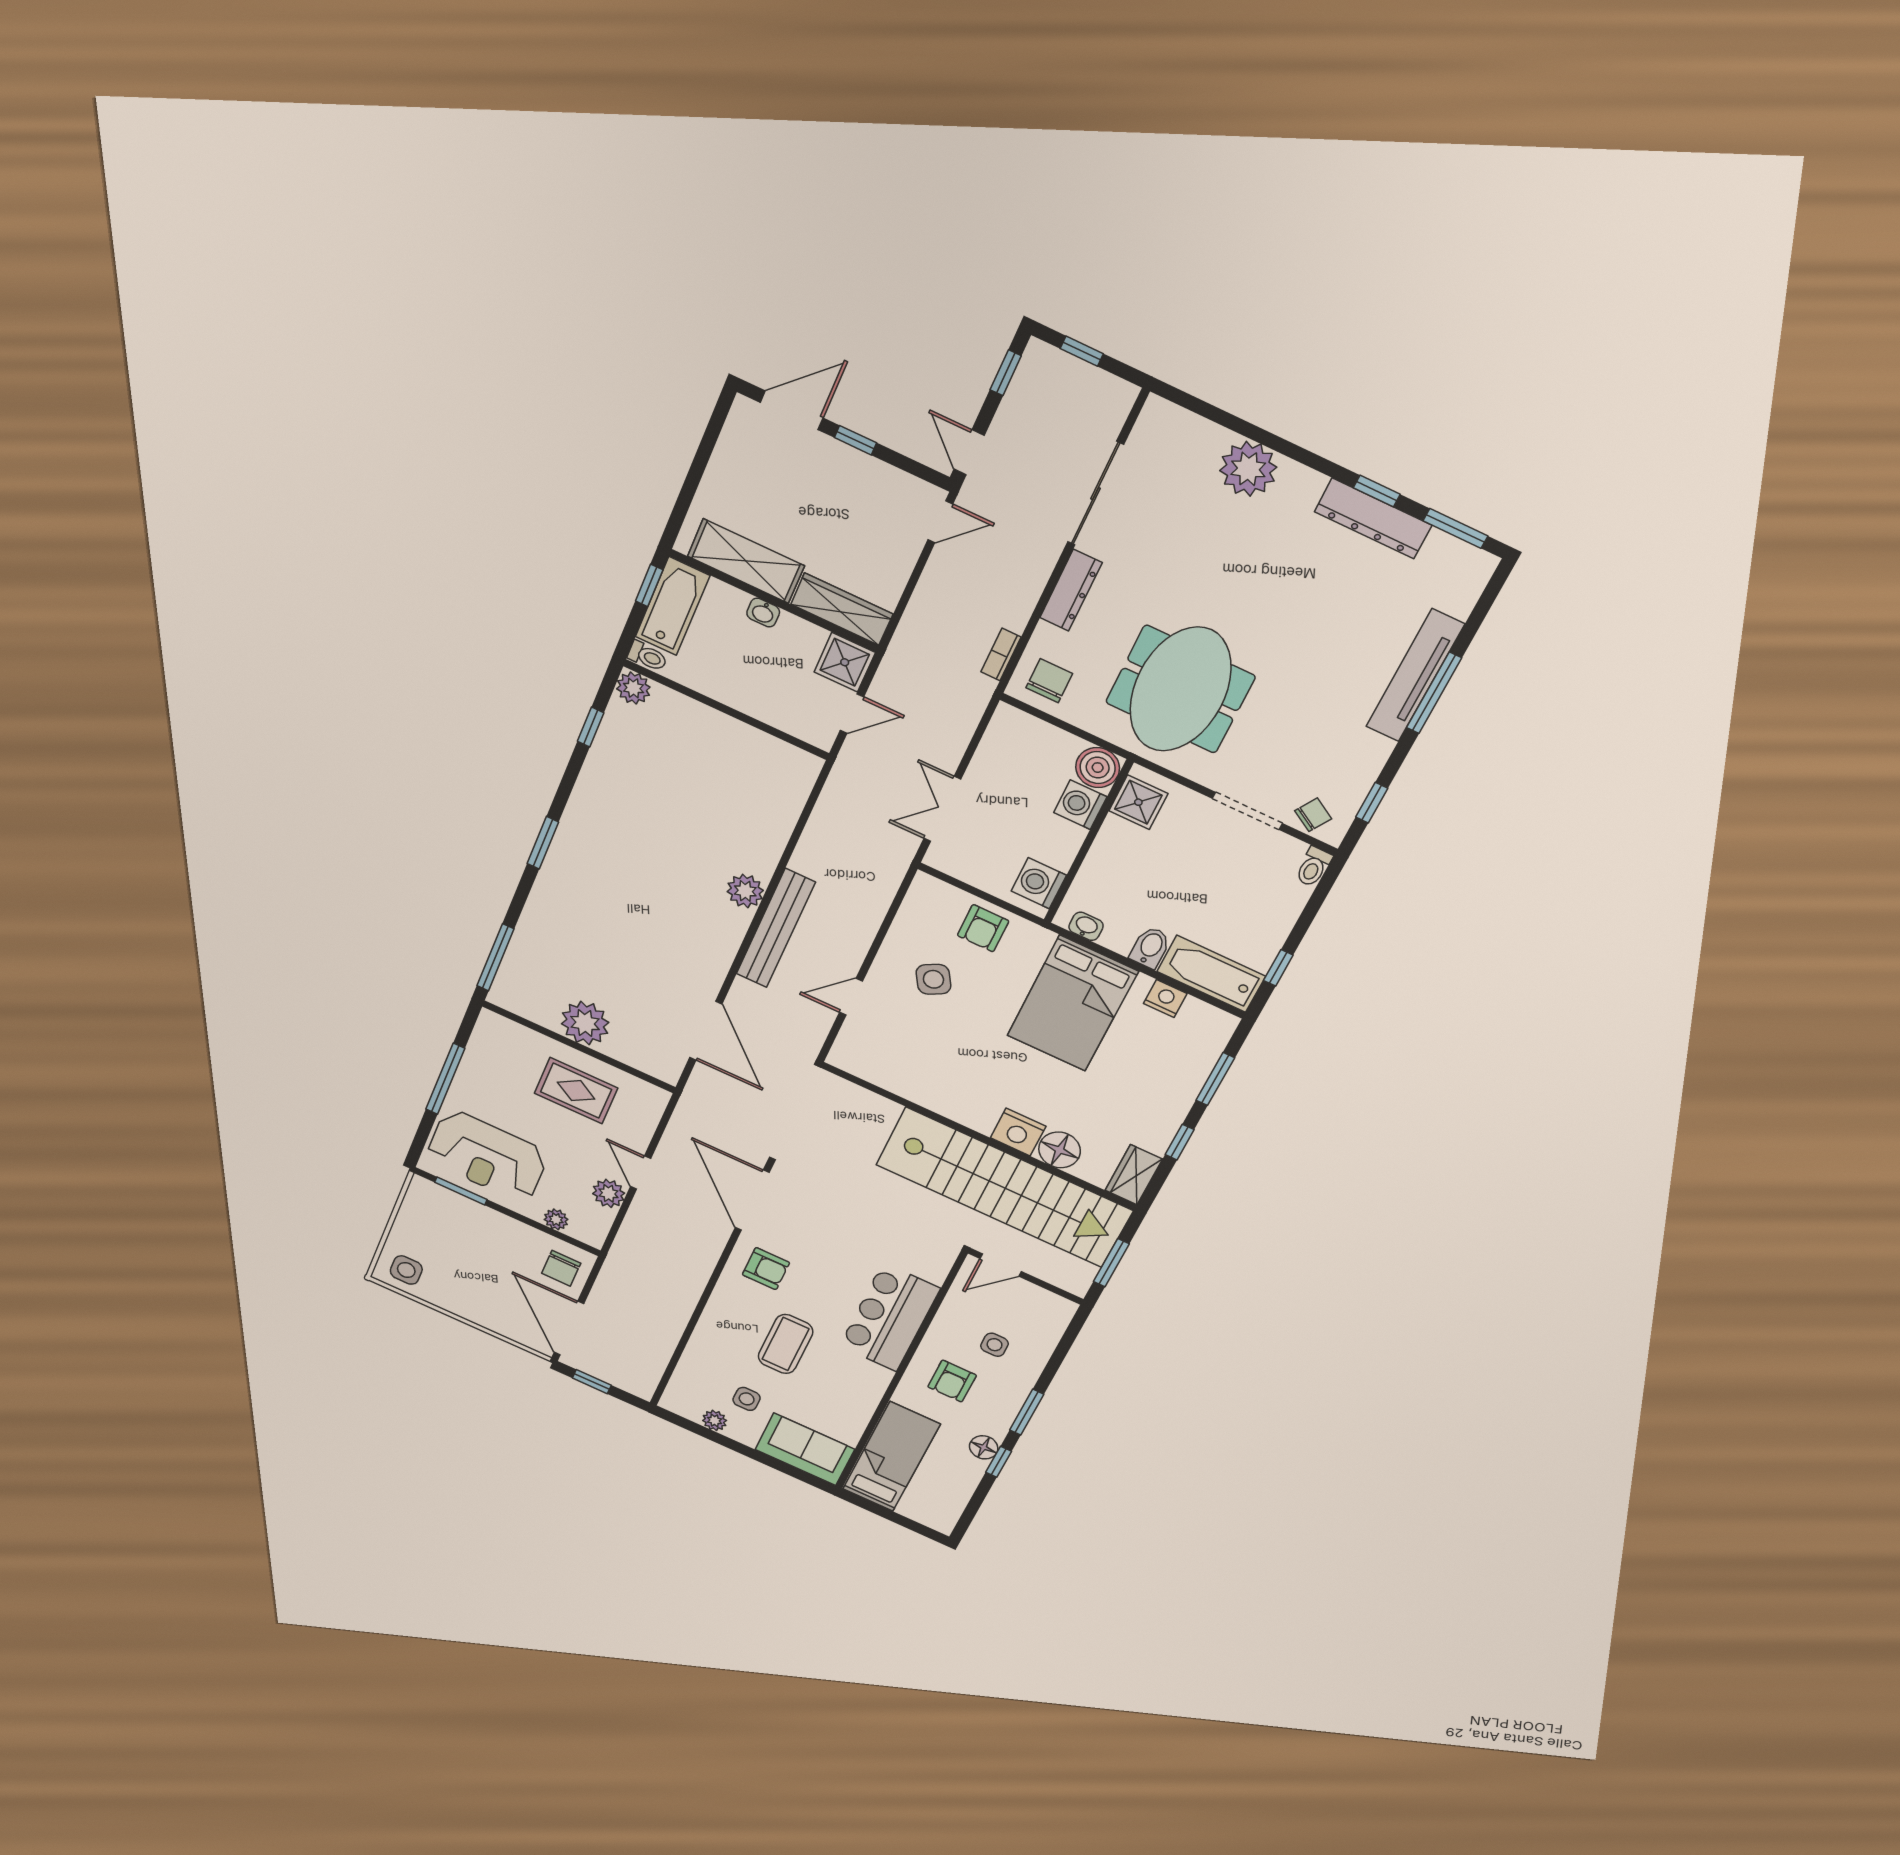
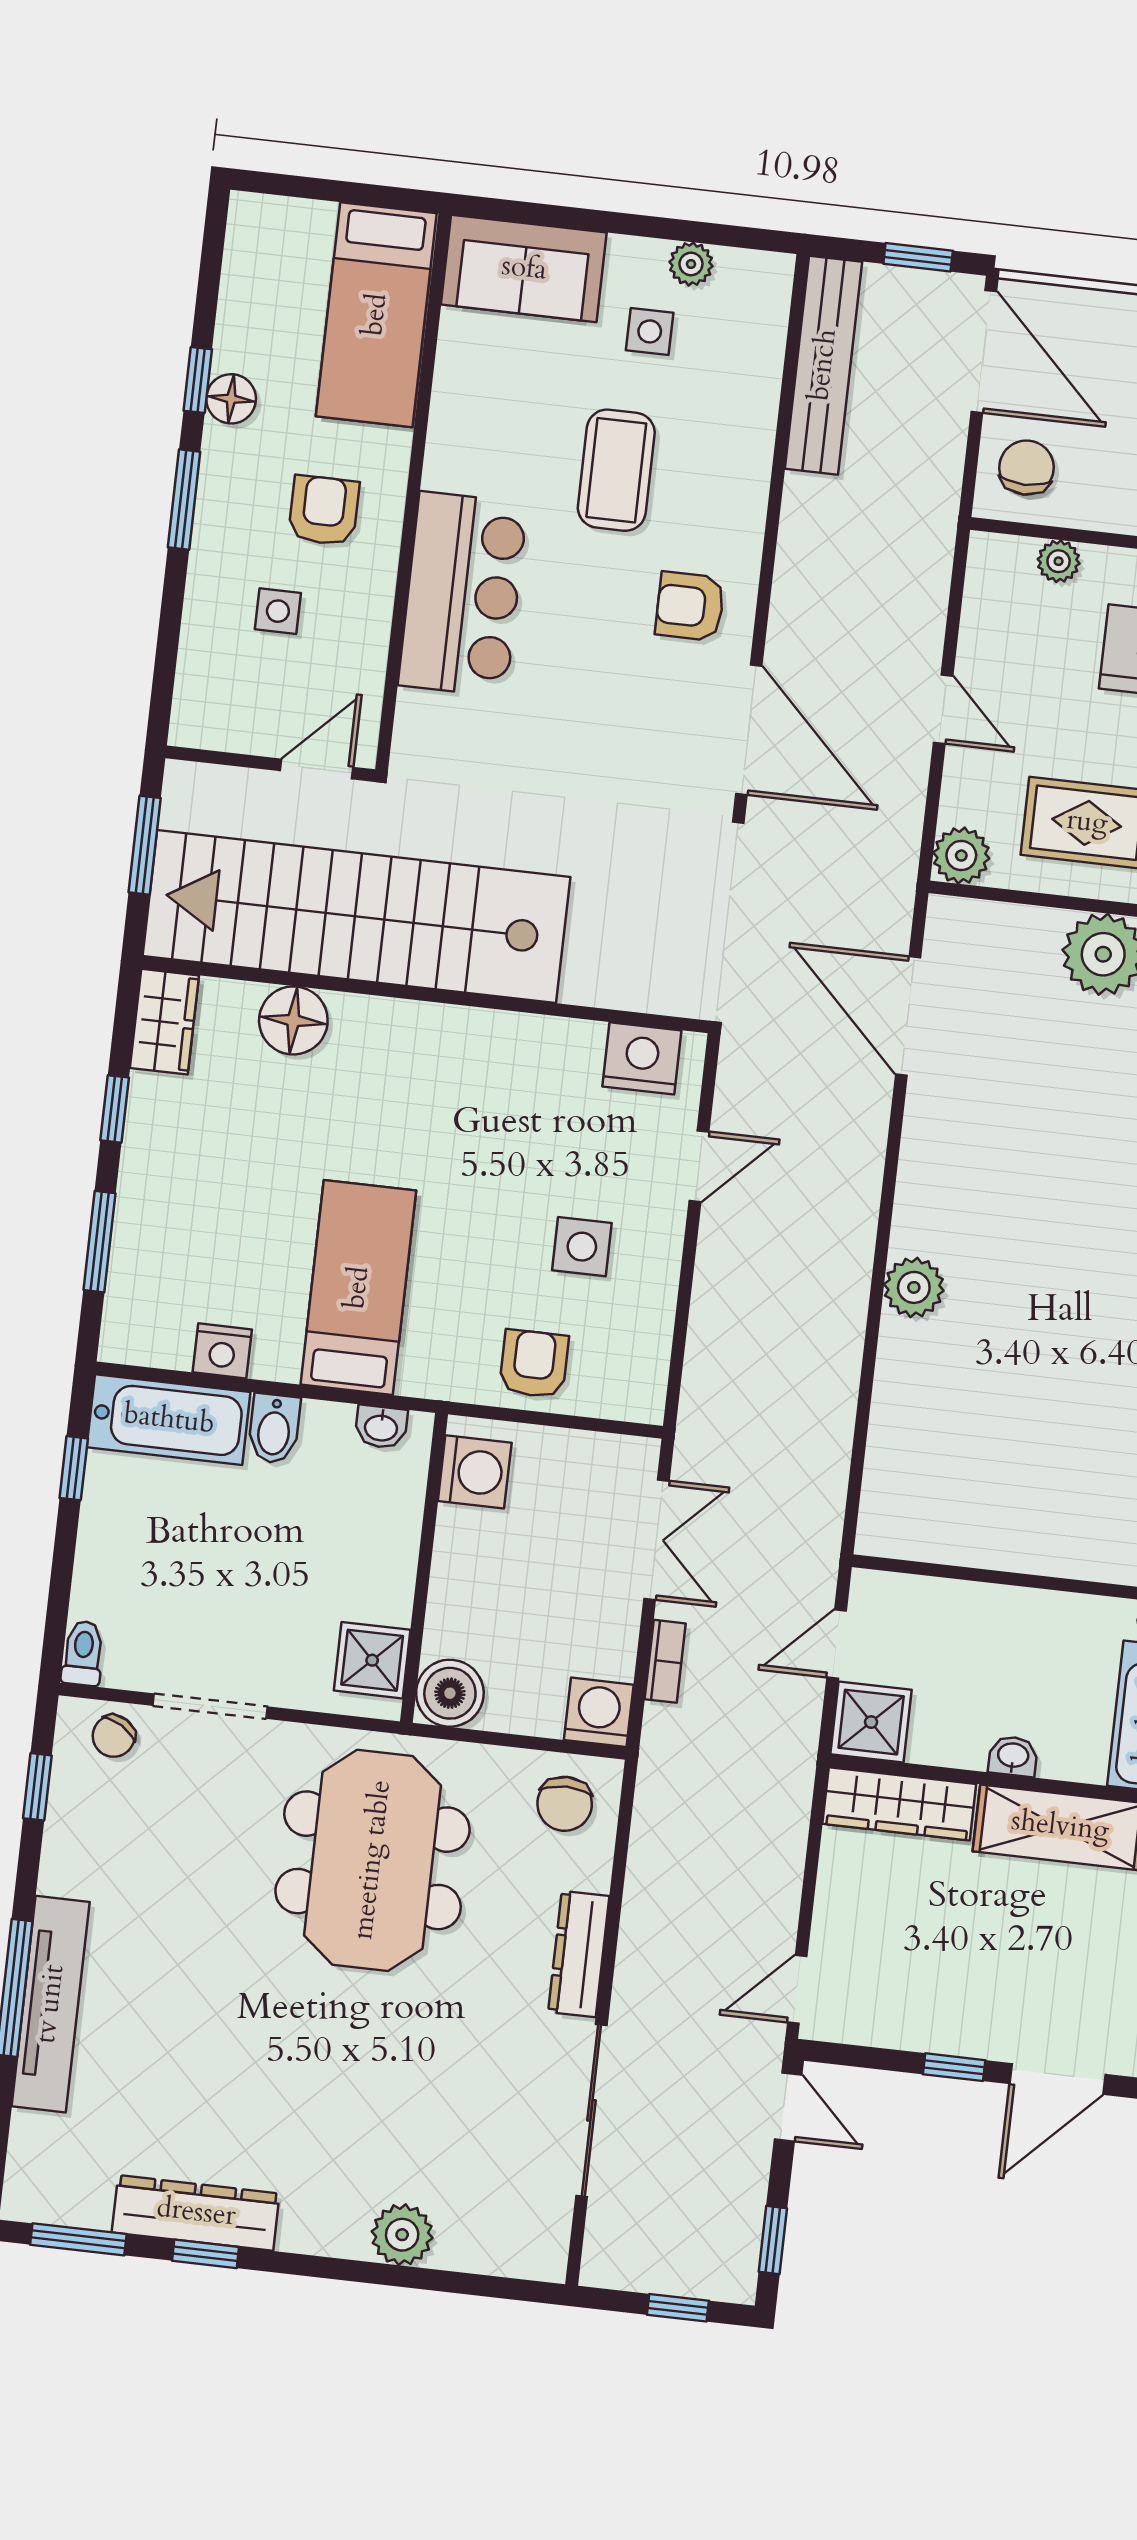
plant: (1248, 469) -> (402, 2235), width x0.73, depth x0.73
bookcase: (1001, 655) -> (665, 1661), moved
washing machine: (1080, 805) -> (599, 1712), moved, turned -90
bench: (776, 928) -> (824, 365), moved
side table: (933, 979) -> (582, 1247), turned 30
bed: (1072, 1003) -> (358, 1288), width x0.67
nightstand: (1018, 1132) -> (642, 1058), moved
plant: (609, 1193) -> (961, 856), moved

